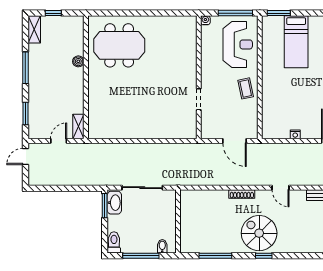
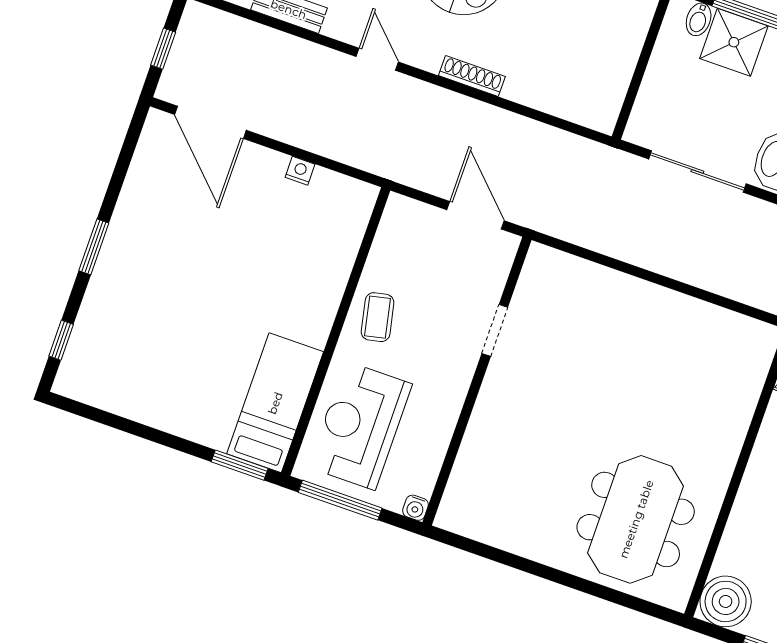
bed: (296, 42) -> (275, 403), moved
meeting table: (119, 45) -> (636, 519), turned 90
boiler: (78, 61) -> (726, 601), moved, width x1.86, depth x1.86
door: (234, 141) -> (475, 215), moved
shower: (146, 242) -> (734, 42), added

